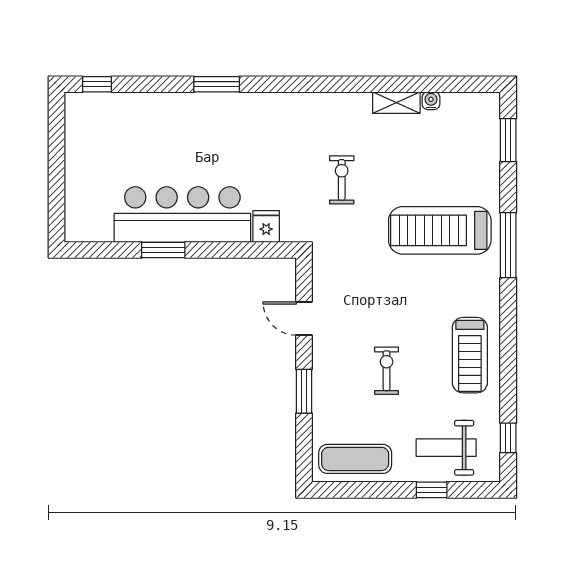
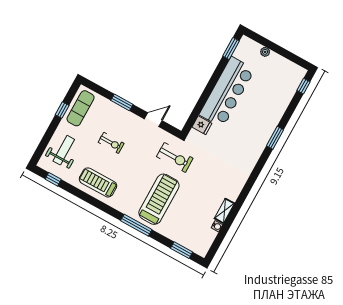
exercise bike: (342, 180) -> (175, 157), moved, width x1.38, depth x1.39
plant: (74, 186) -> (265, 52), added
window: (163, 250) -> (231, 49), moved
window: (432, 490) -> (62, 110), moved

